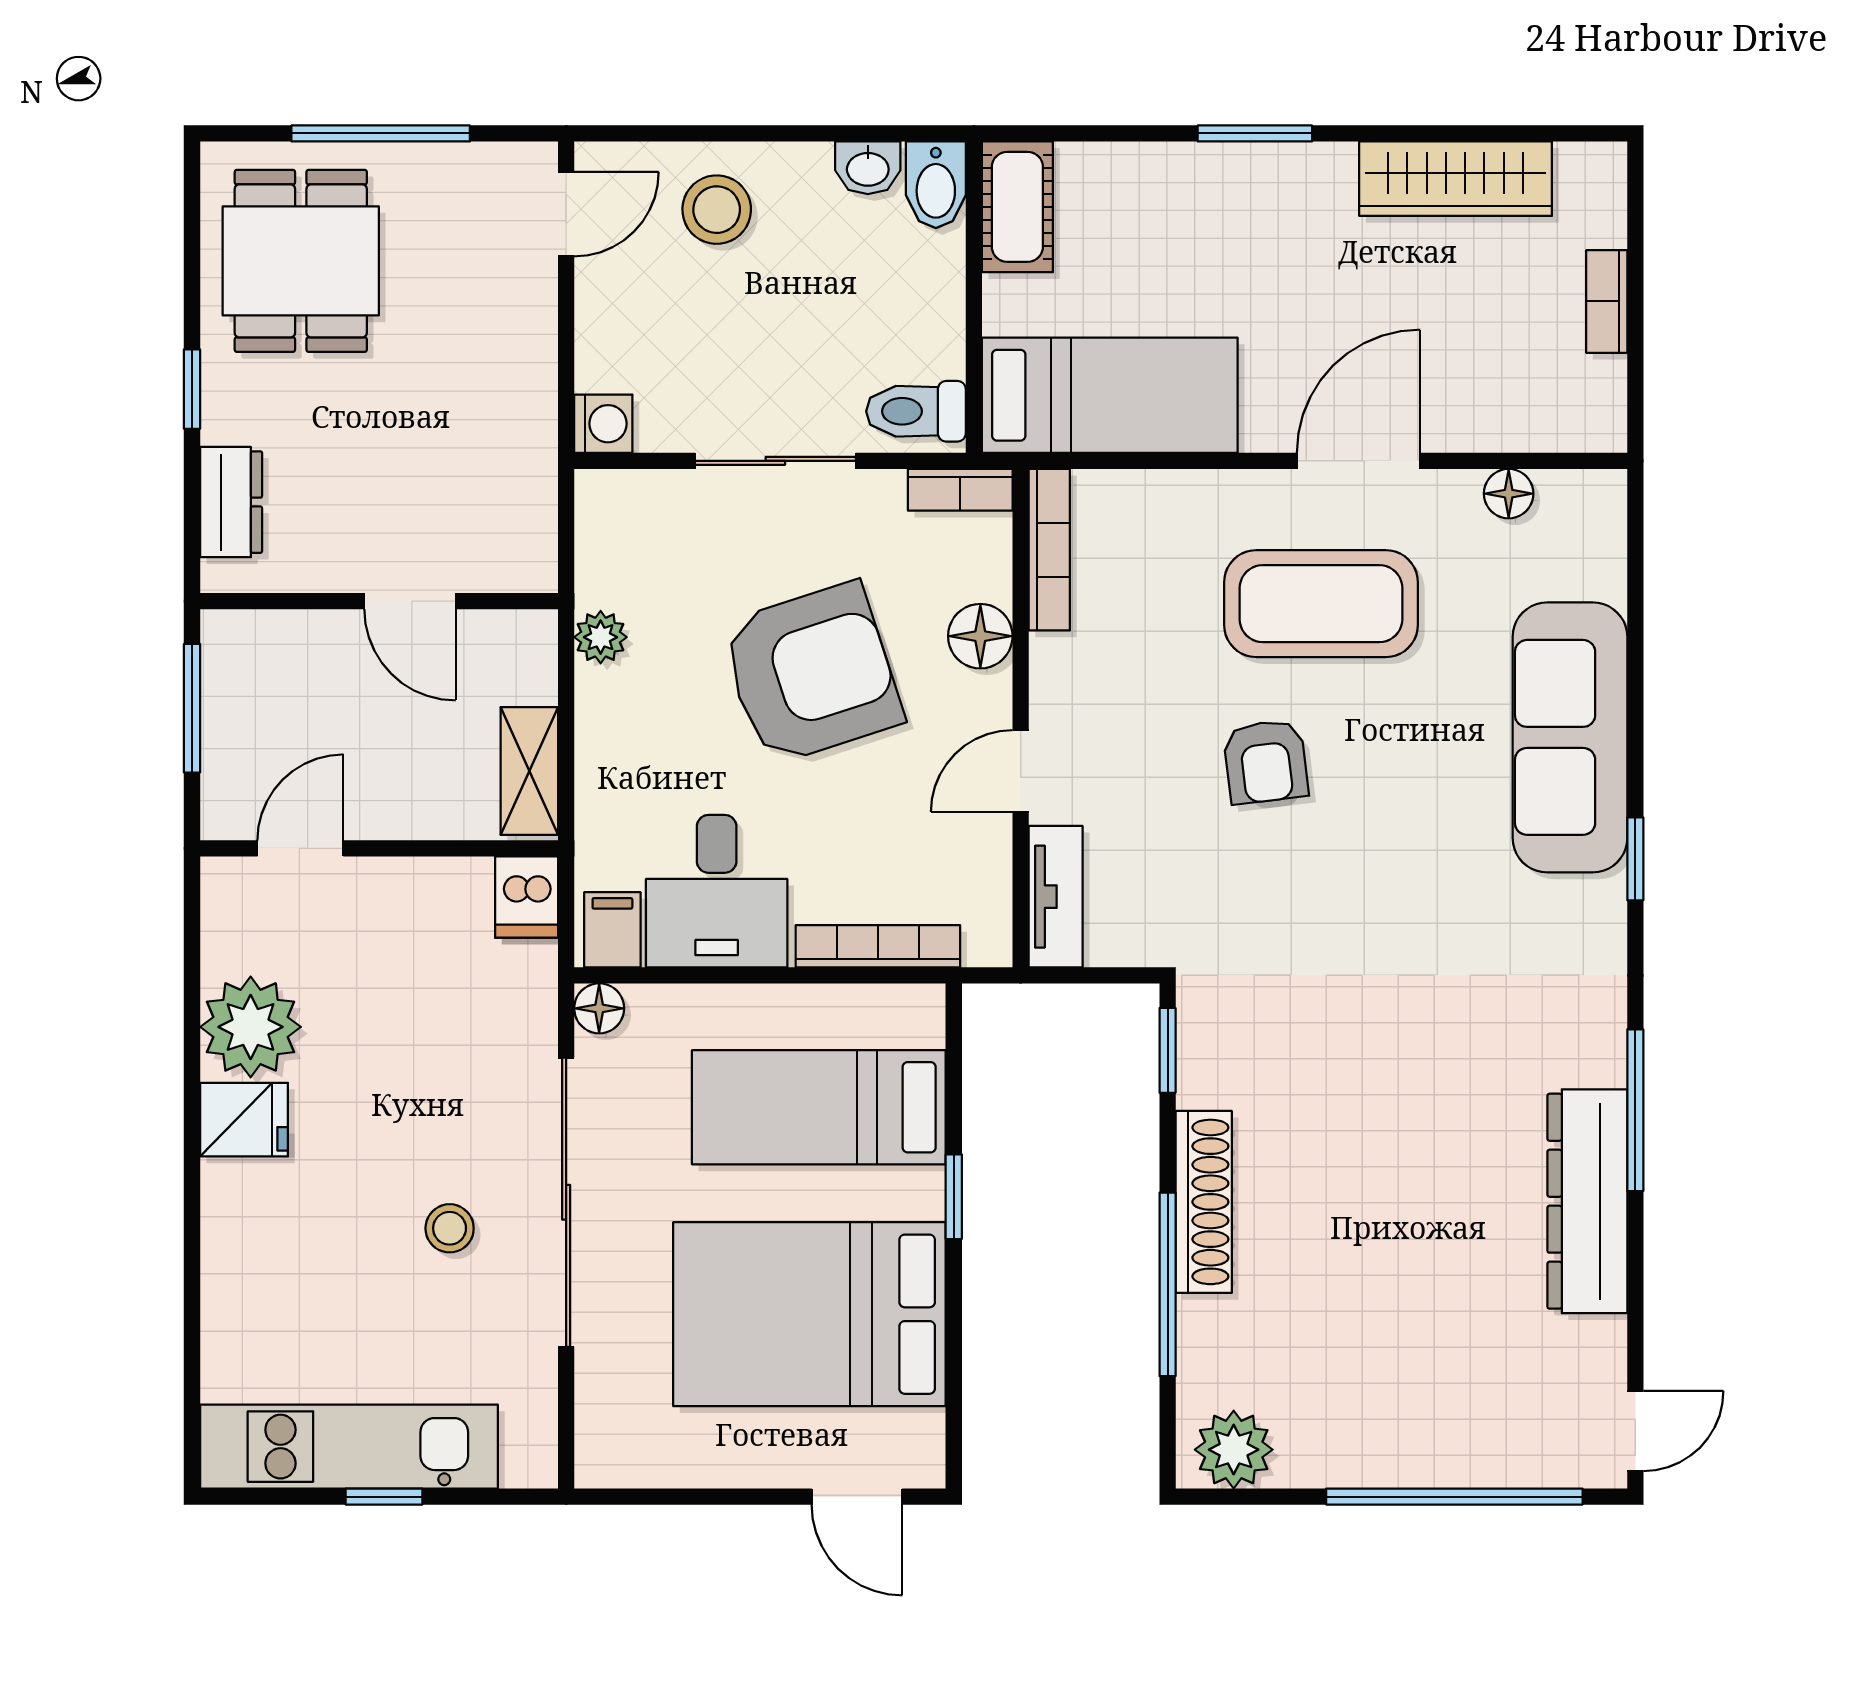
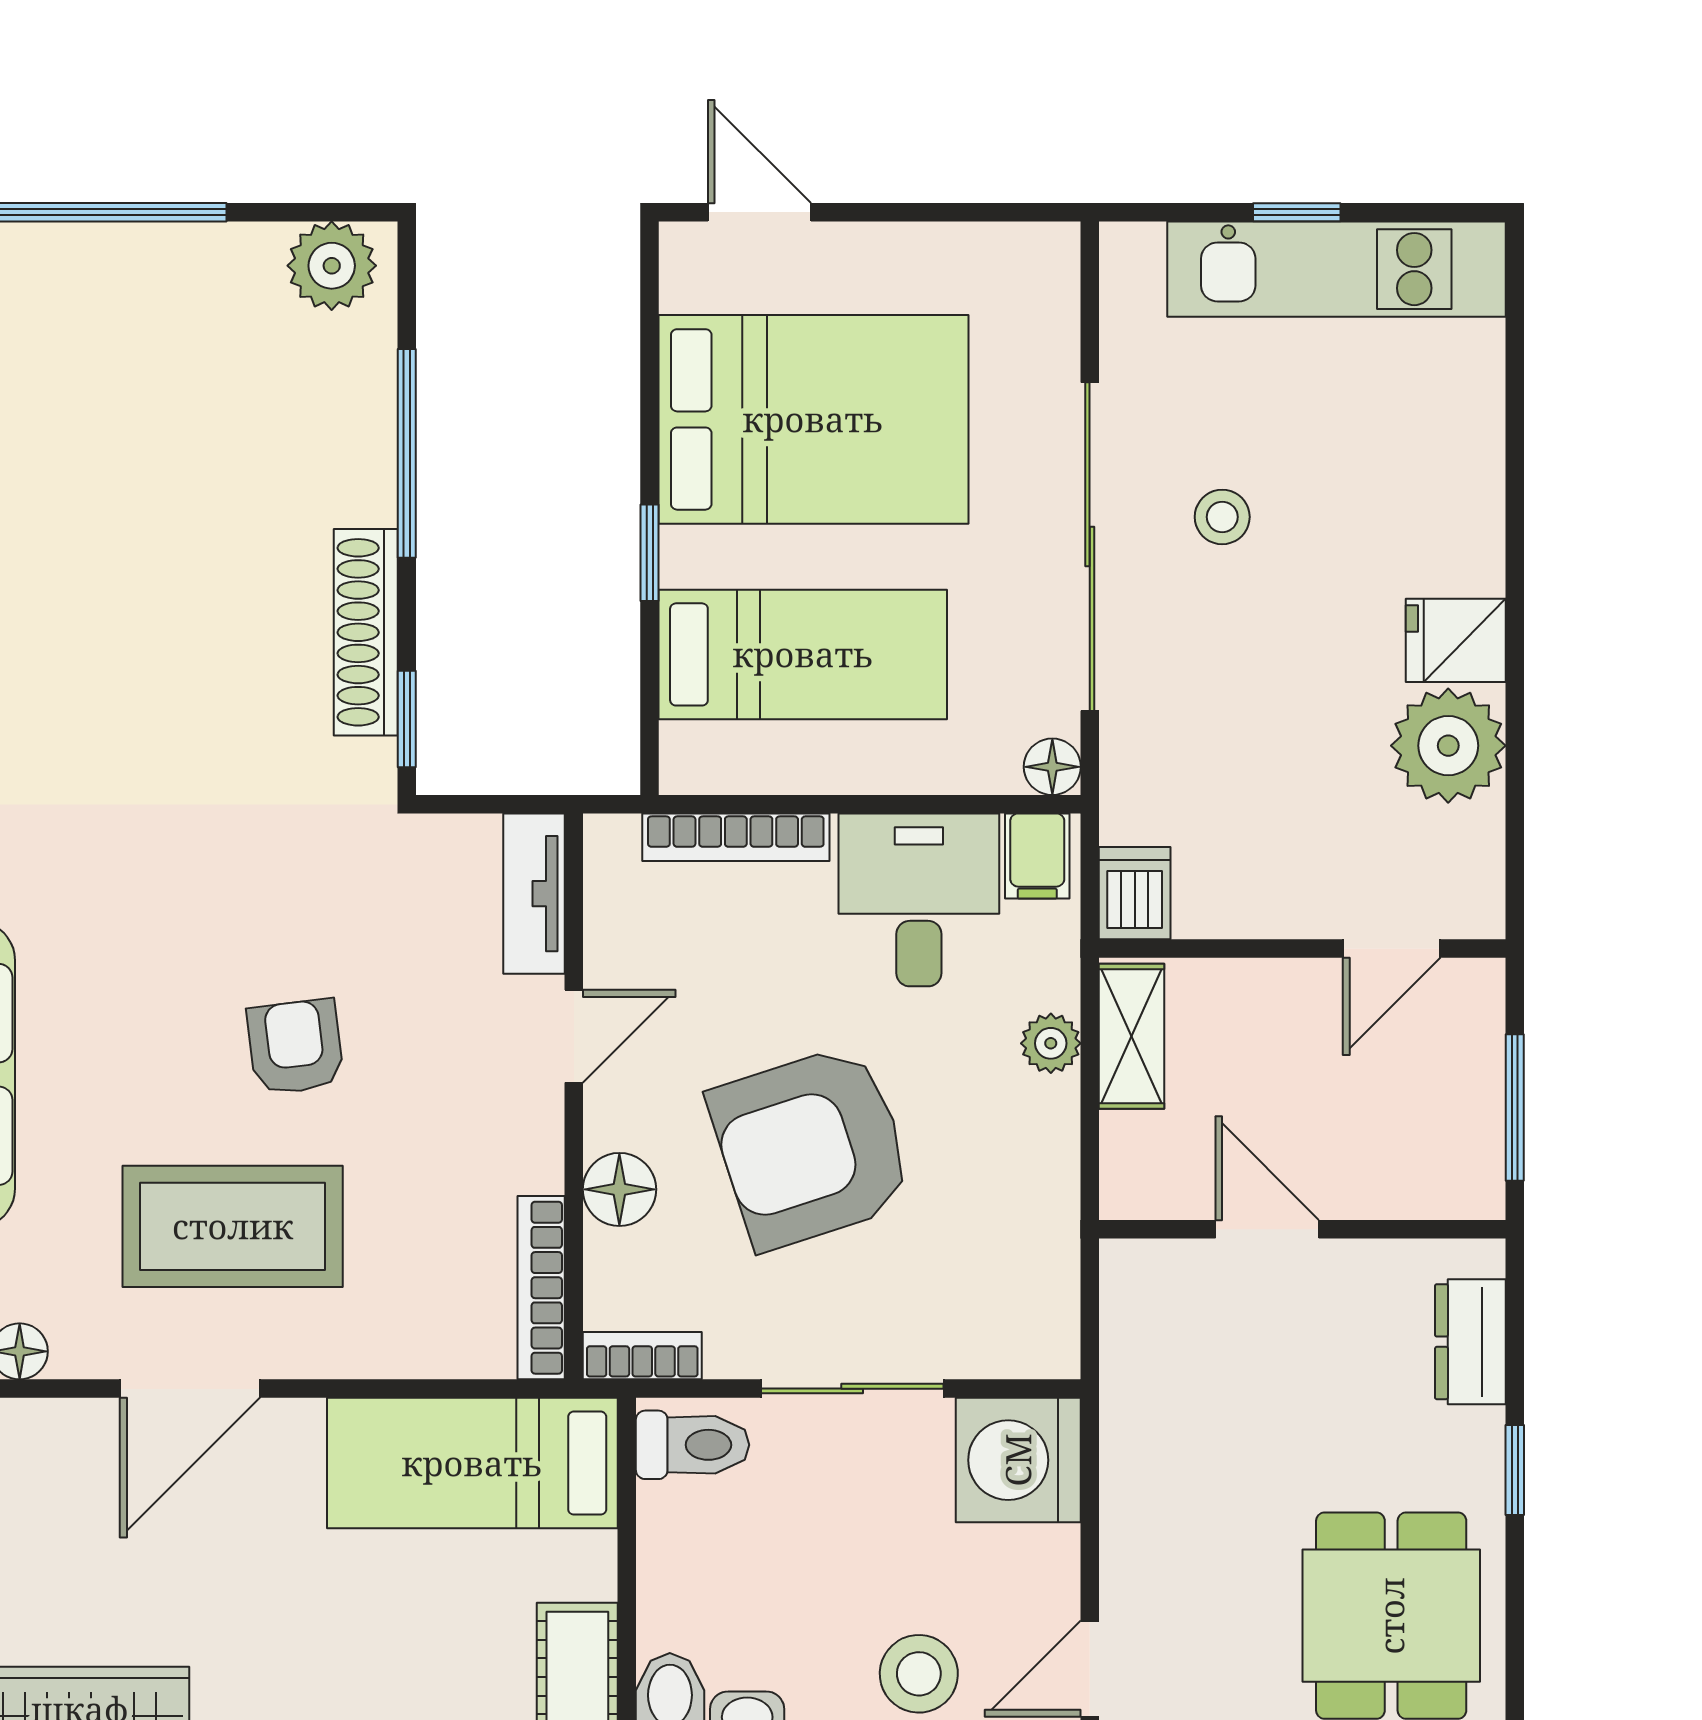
washing machine: (603, 424) -> (1018, 1460), width x1.89, depth x1.89
plant: (601, 637) -> (1051, 1043), moved
shoe rack: (1204, 1202) -> (366, 632), moved

